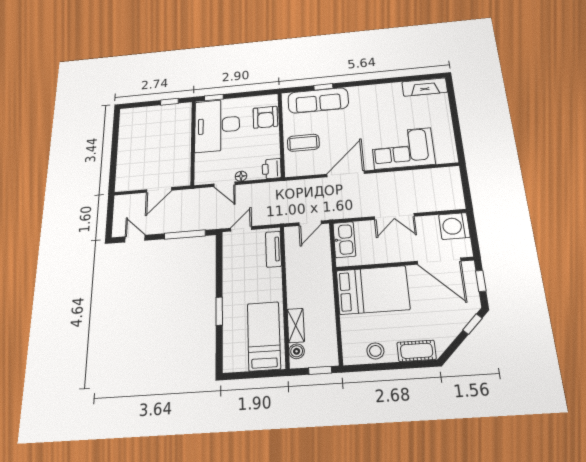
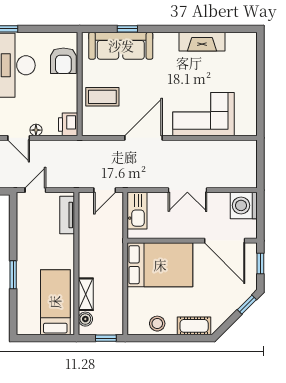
fireplace: (425, 87) -> (202, 42), moved

